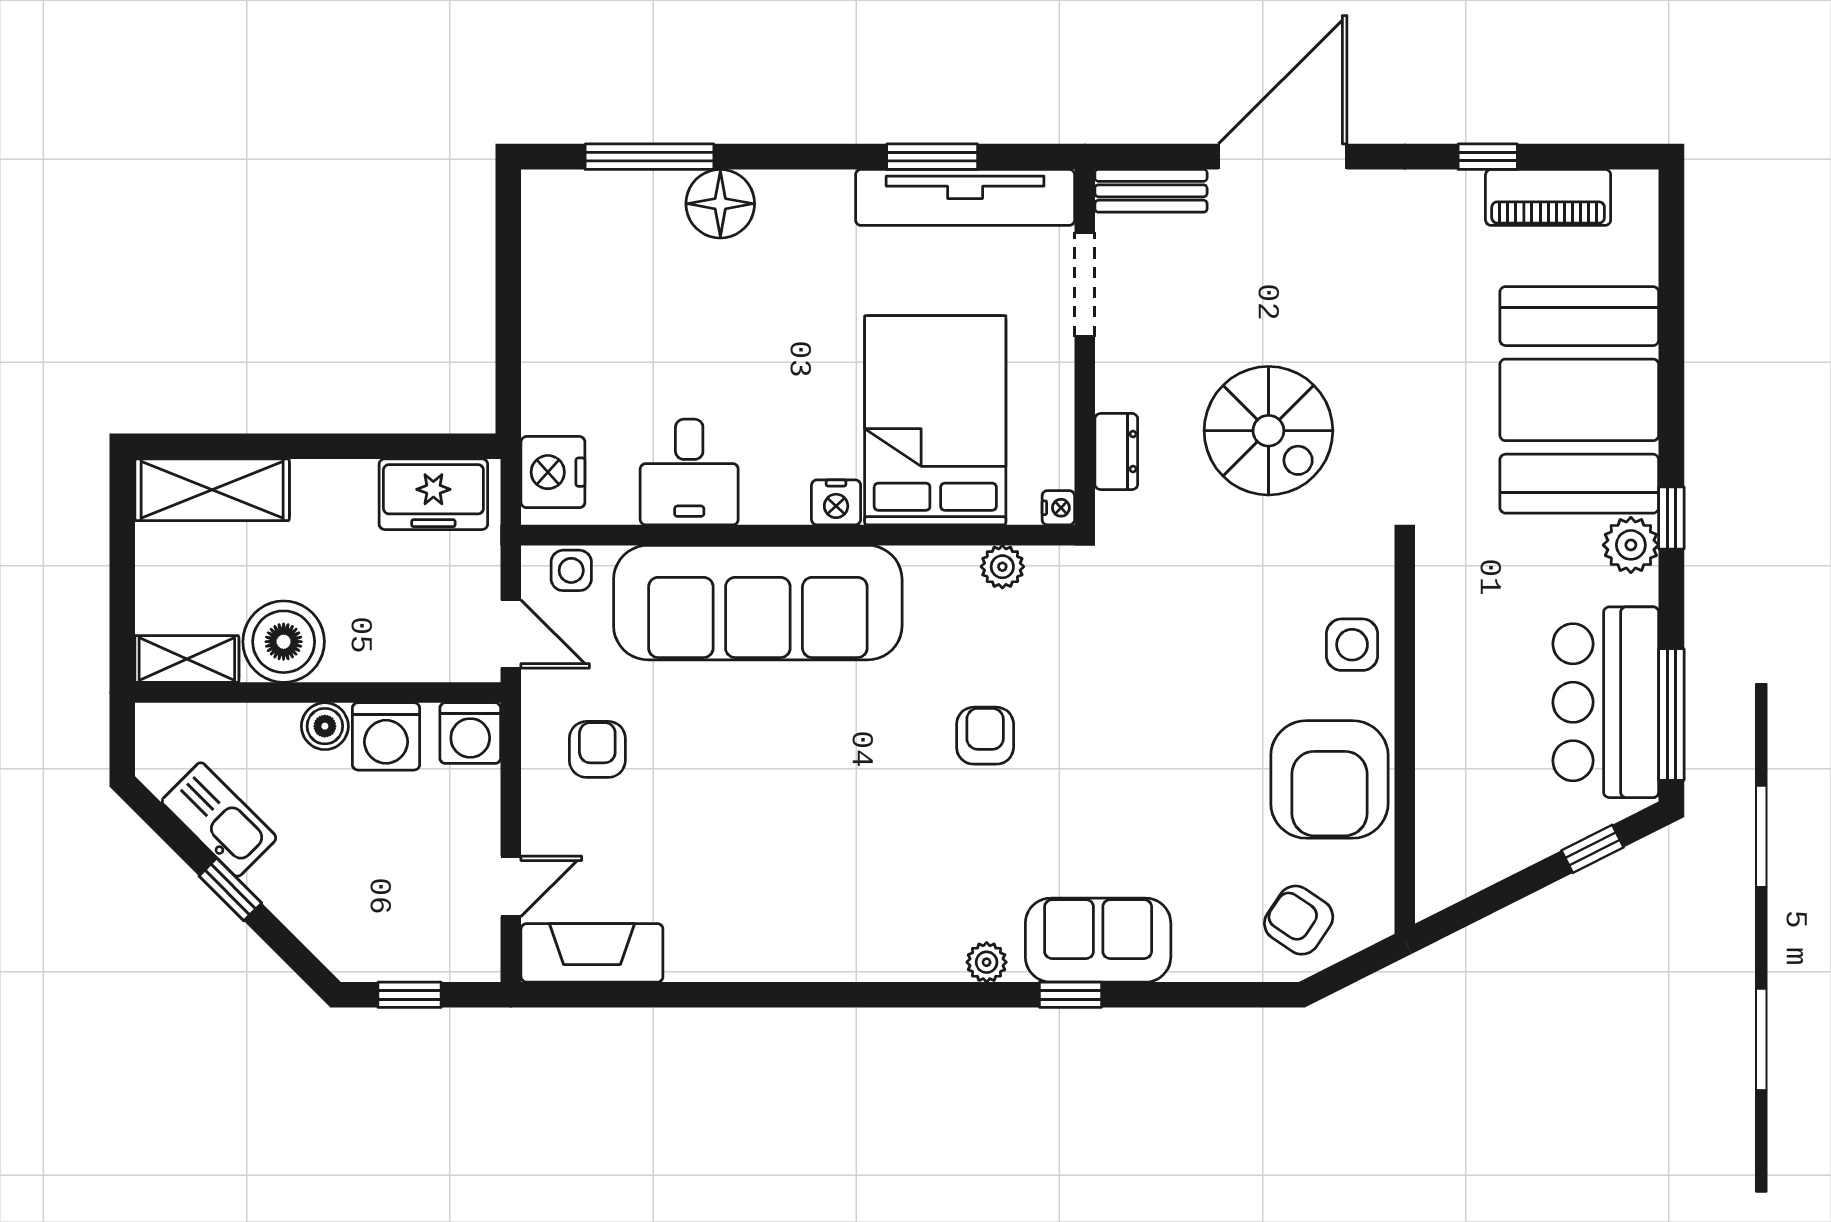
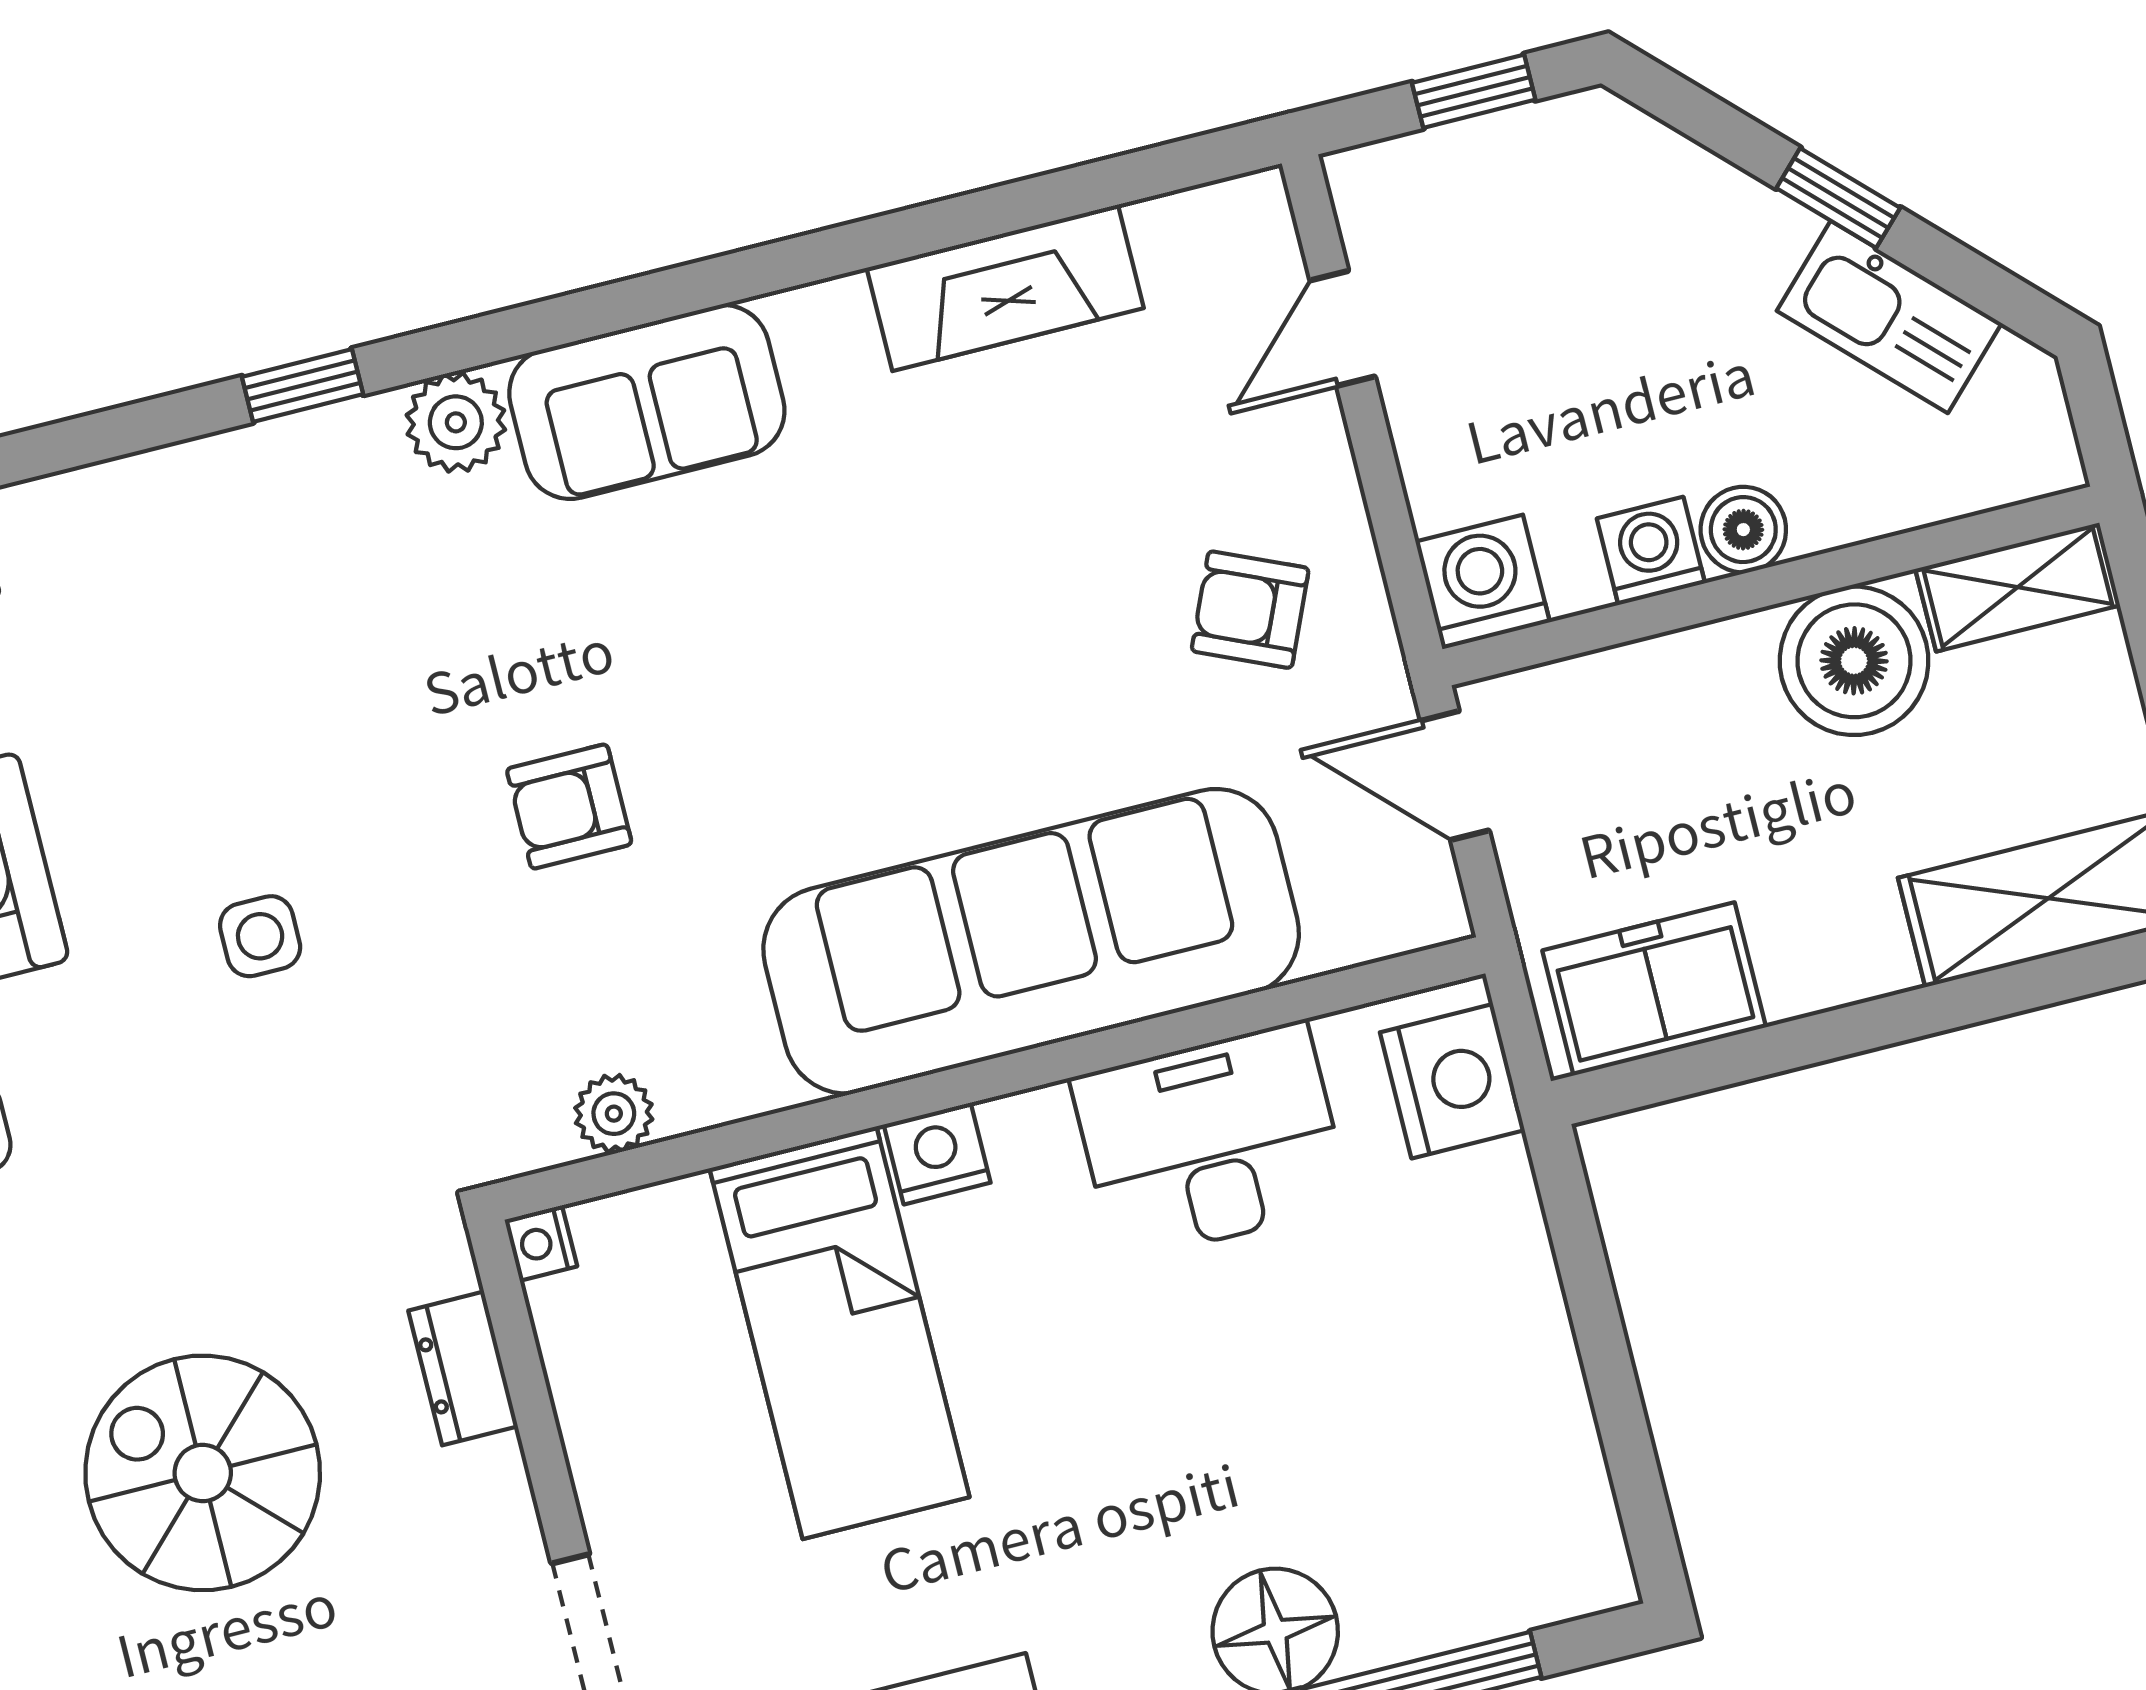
bed: (935, 420) -> (840, 1333), width x0.67
desk: (689, 472) -> (1211, 1142), width x1.37
side table: (571, 570) -> (260, 936), moved
washing machine: (386, 736) -> (1651, 551), width x0.73, depth x0.73
armchair: (985, 736) -> (569, 807), turned 90
armchair: (597, 749) -> (1250, 610), turned 114
sofa: (1098, 940) -> (647, 402), moved
fireplace: (592, 953) -> (1005, 288), moved
plant: (987, 962) -> (456, 422), width x1.38, depth x1.38

